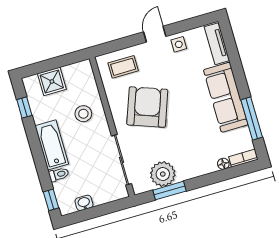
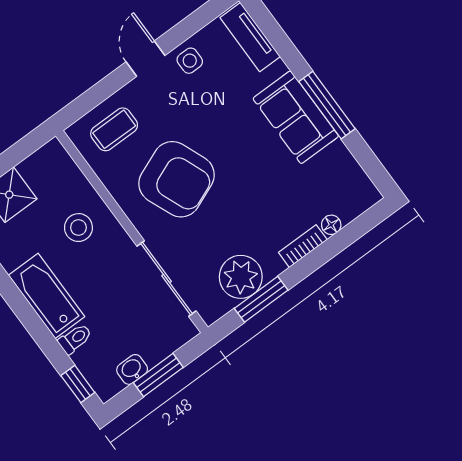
sofa: (226, 97) -> (296, 117), width x0.73
armchair: (147, 107) -> (177, 179), turned 138
window: (252, 118) -> (327, 105), moved
bookcase: (243, 158) -> (303, 246), moved
window: (97, 211) -> (158, 375), added

